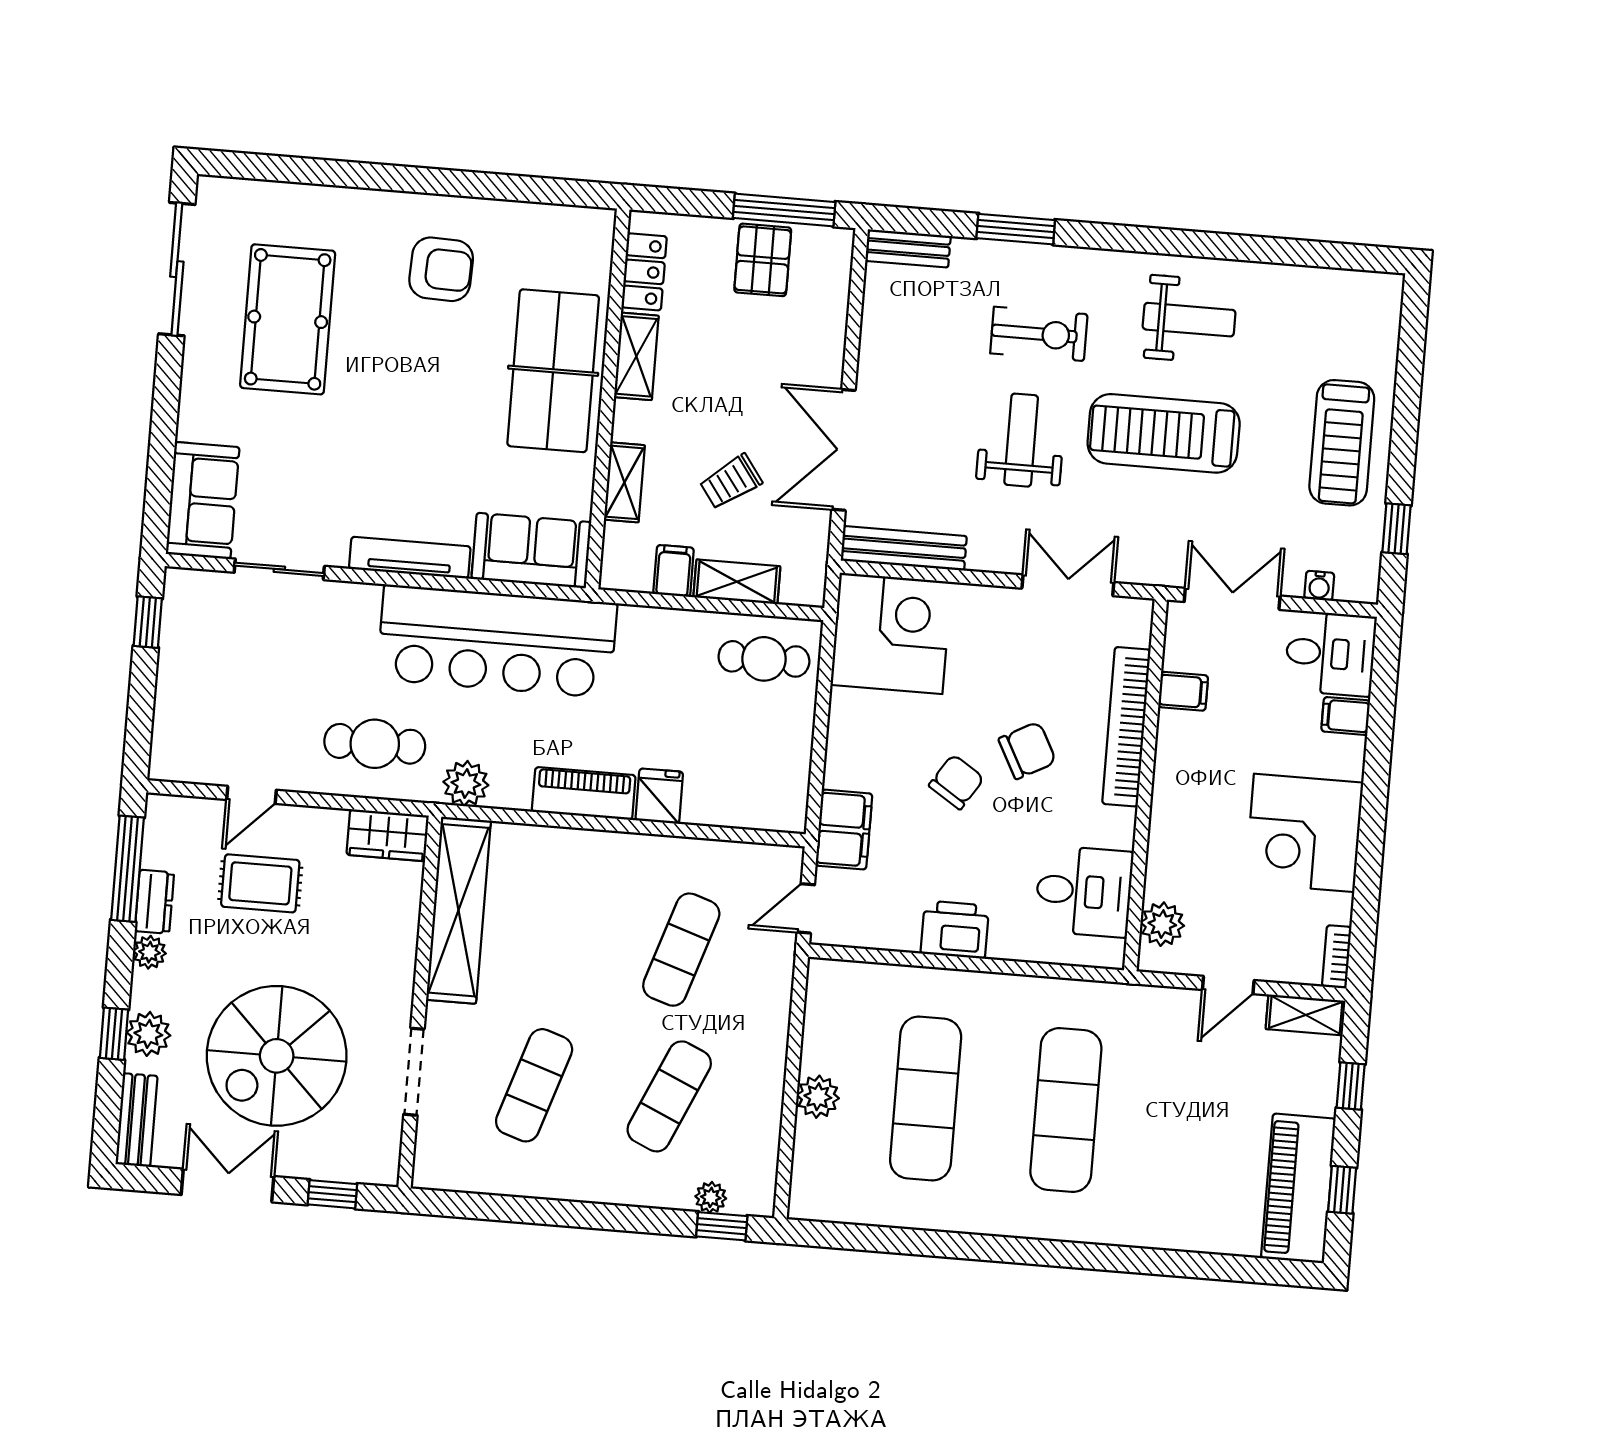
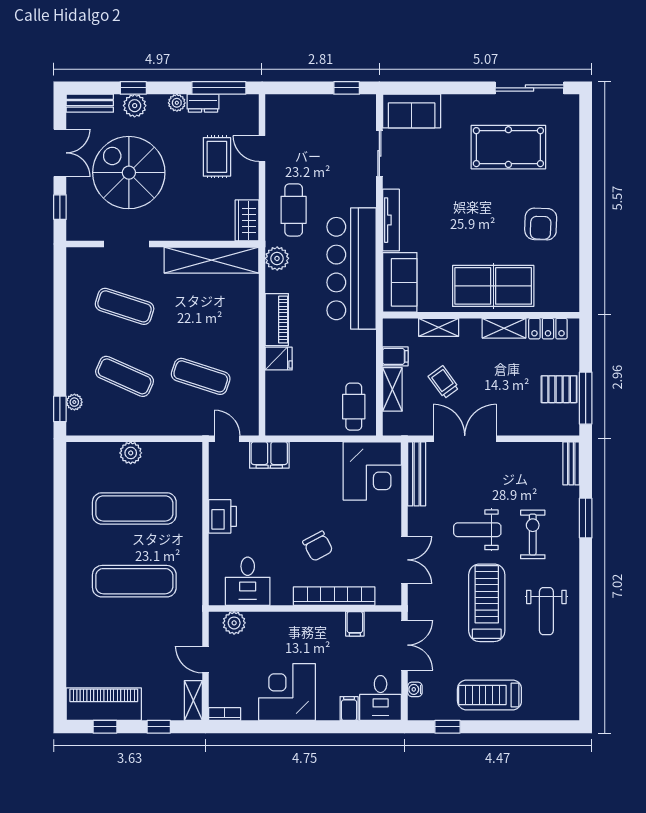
exercise bike: (1039, 334) -> (533, 534), turned 180
weight bench: (1021, 440) -> (477, 530), turned 180
chair: (956, 782) -> (299, 511), removed

